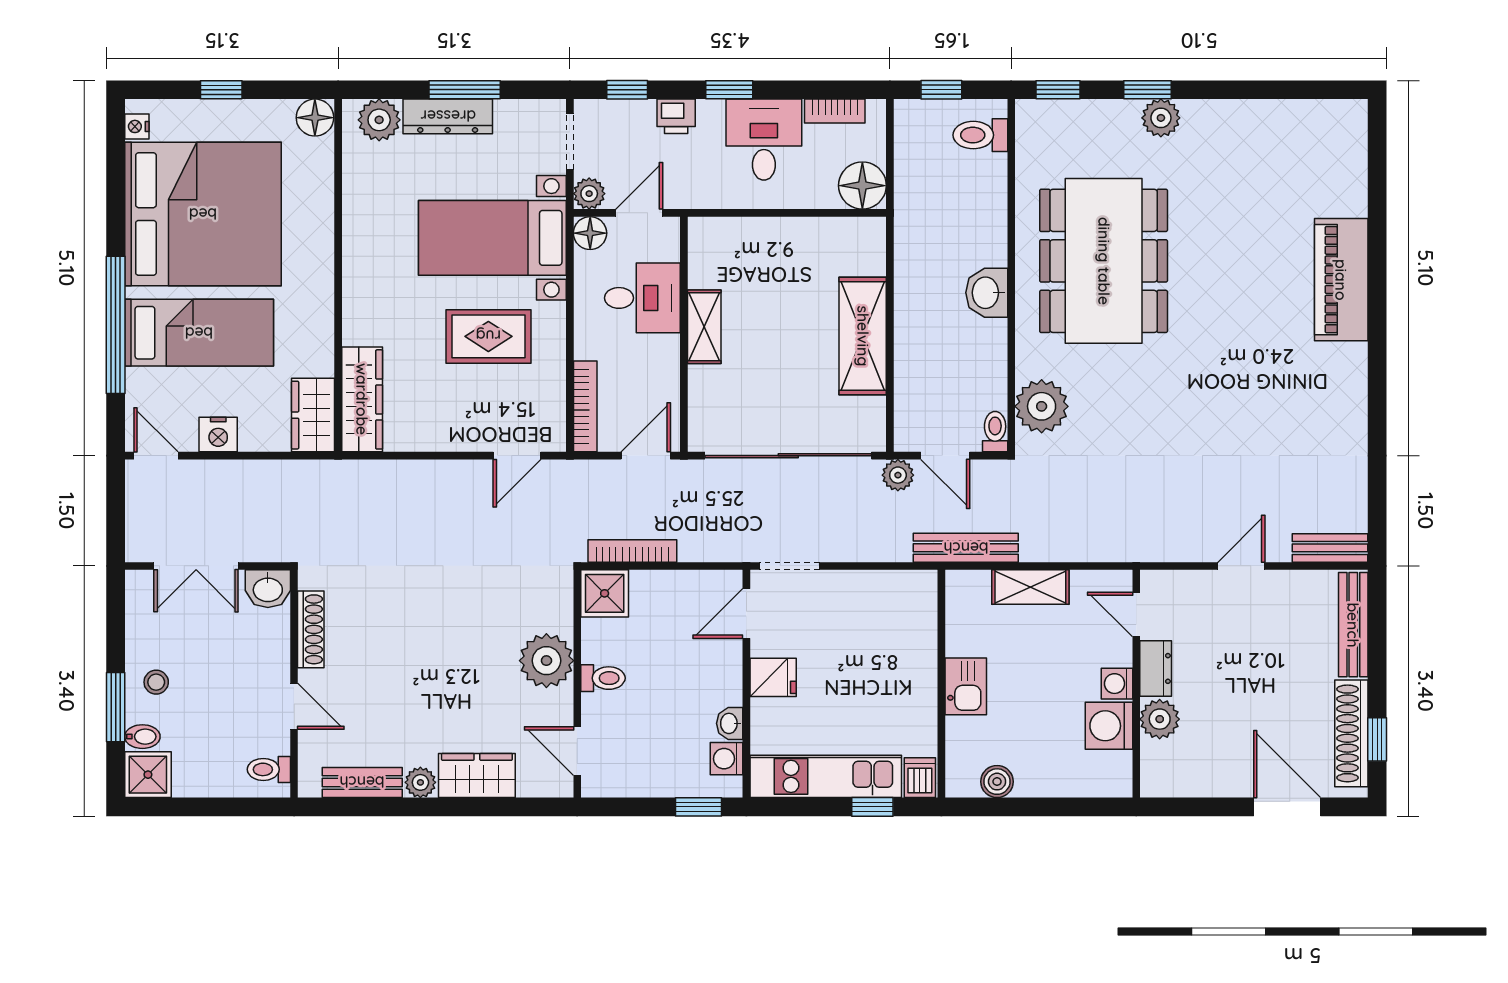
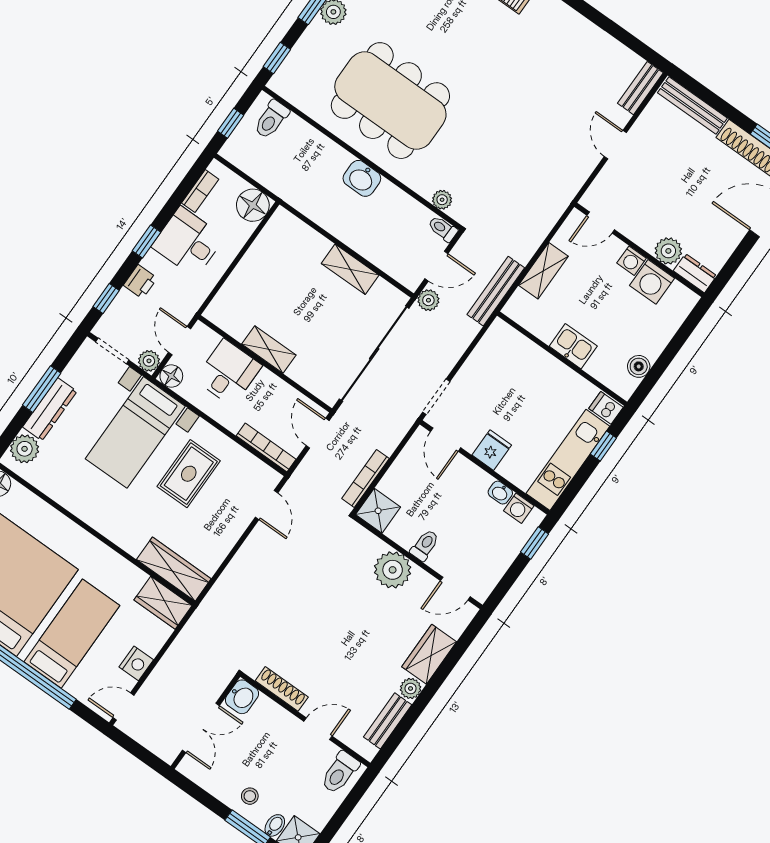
shelving: (863, 336) -> (350, 269), width x0.67, depth x0.75
plant: (1042, 406) -> (442, 200), width x0.53, depth x0.53
dresser: (1156, 668) -> (695, 273), moved
toilet: (269, 769) -> (340, 773), width x1.37, depth x1.39

